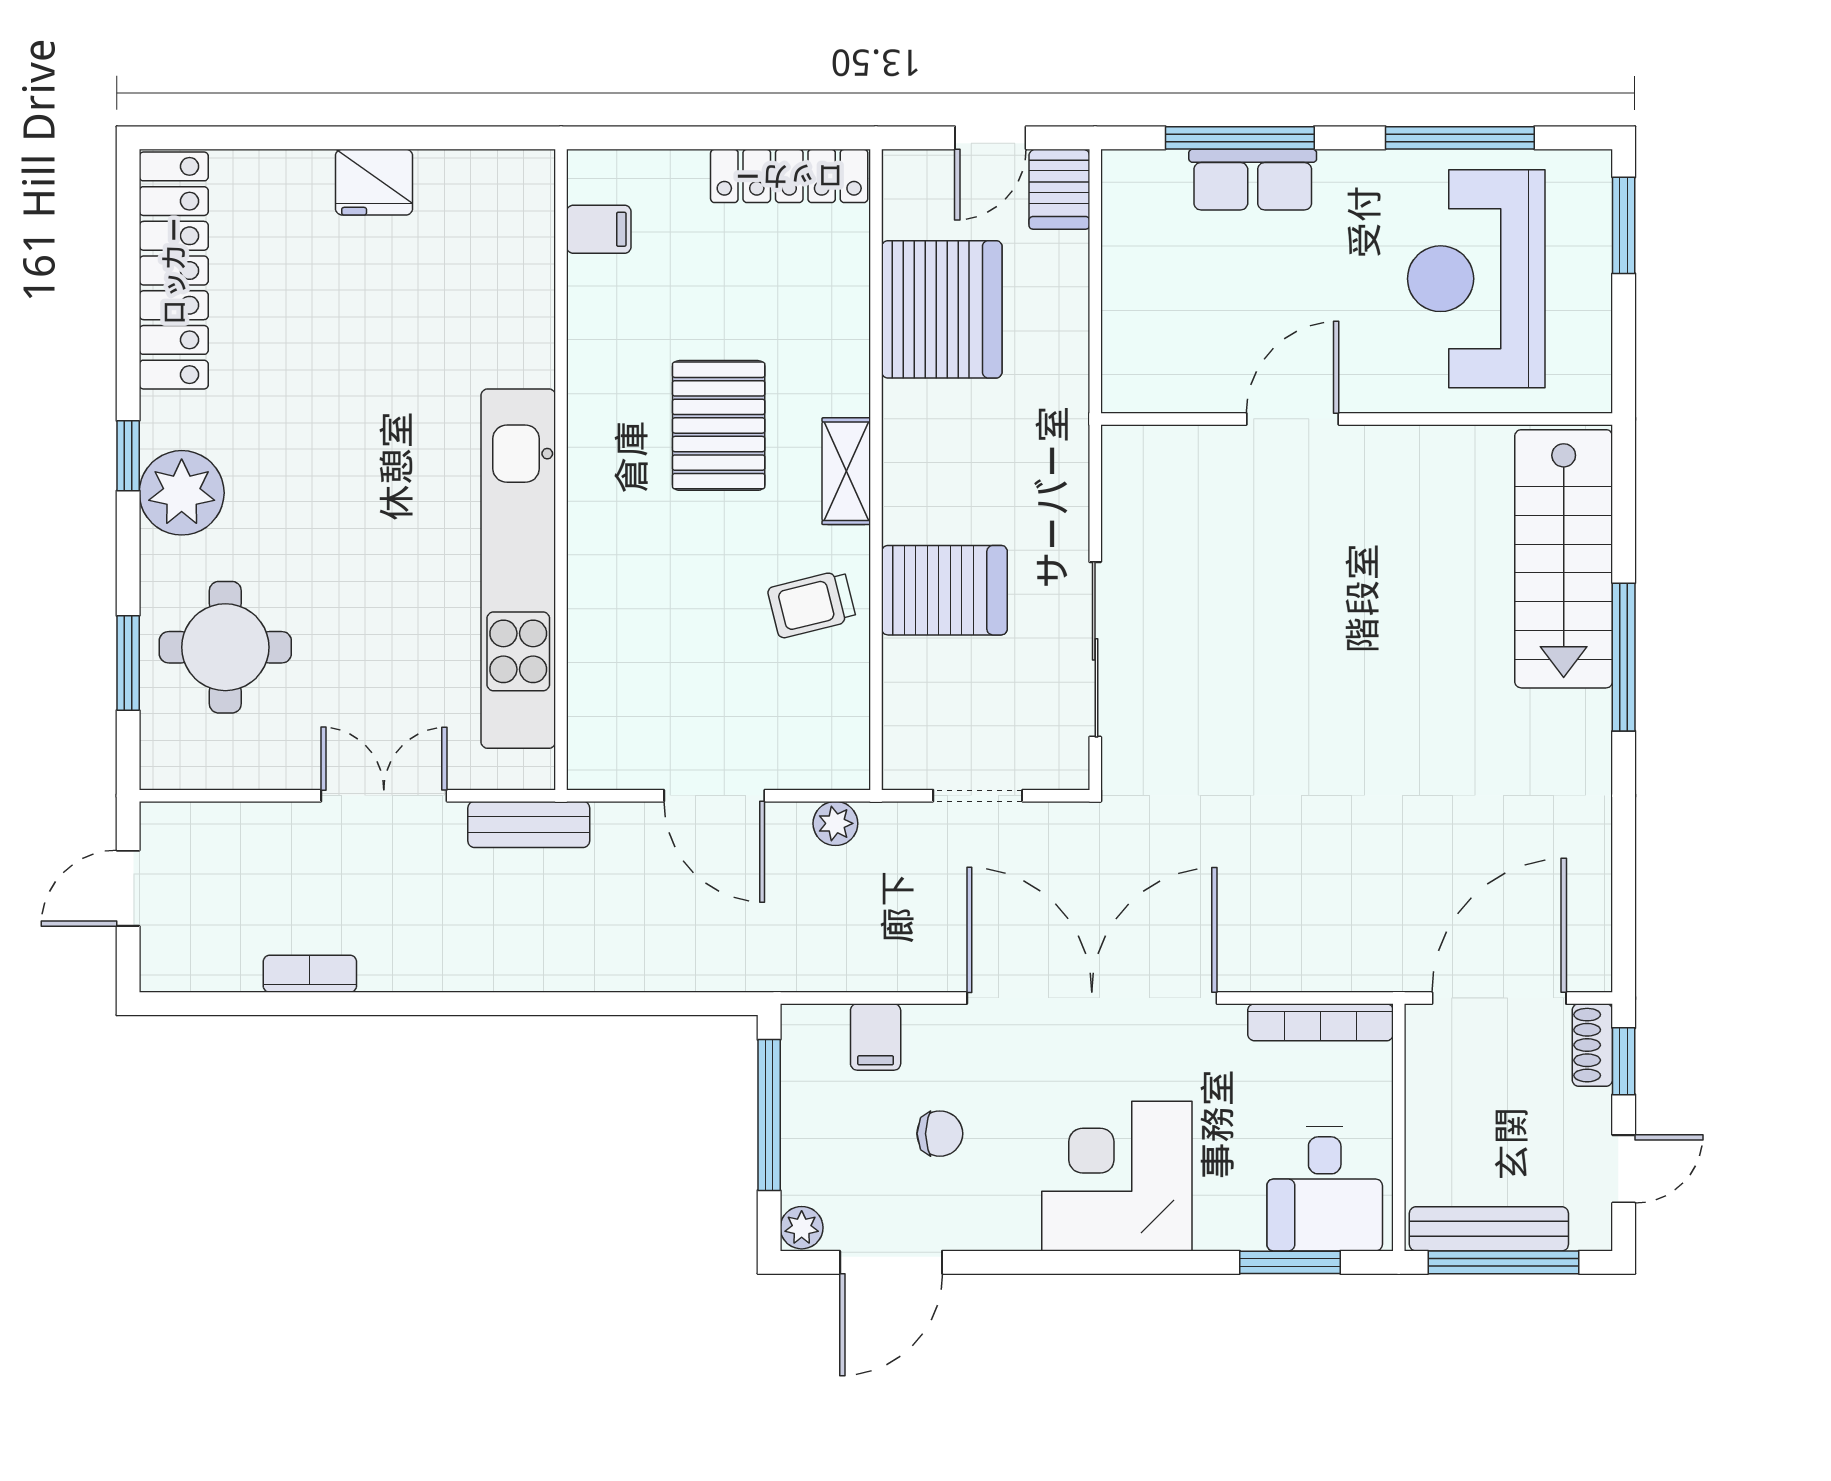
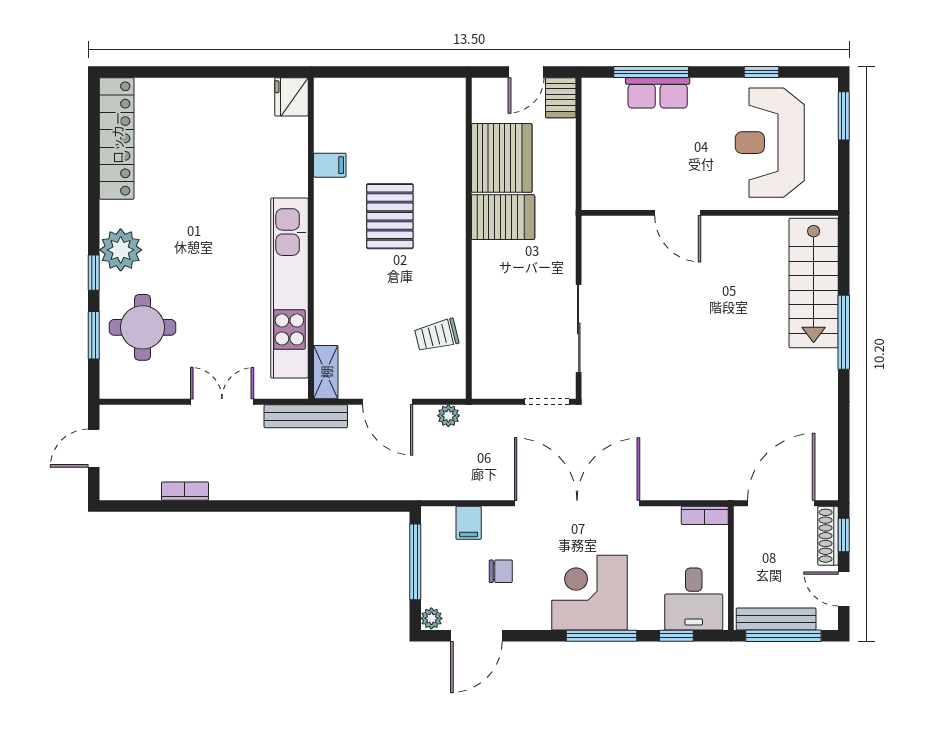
window: (1460, 138) -> (762, 72), width x0.46
locker: (789, 176) -> (425, 91), removed
fridge: (374, 182) -> (291, 97), moved, turned 90
filing cabinet: (599, 229) -> (330, 165), moved
door: (1293, 419) -> (678, 213), swing flipped
window: (128, 456) -> (94, 273), moved
shelving: (846, 471) -> (326, 372), moved
server rack: (944, 590) -> (503, 217), moved
trolley: (812, 604) -> (437, 335), moved
doorway: (978, 796) -> (547, 402), moved
bench: (529, 824) -> (306, 416), width x1.36
bookcase: (1321, 1022) -> (705, 515), width x0.64
shoe rack: (1592, 1045) -> (828, 536), width x1.43
door: (1624, 1169) -> (844, 589), swing flipped
window: (1141, 1262) -> (601, 636), added
window: (1290, 1262) -> (676, 636), width x0.67

